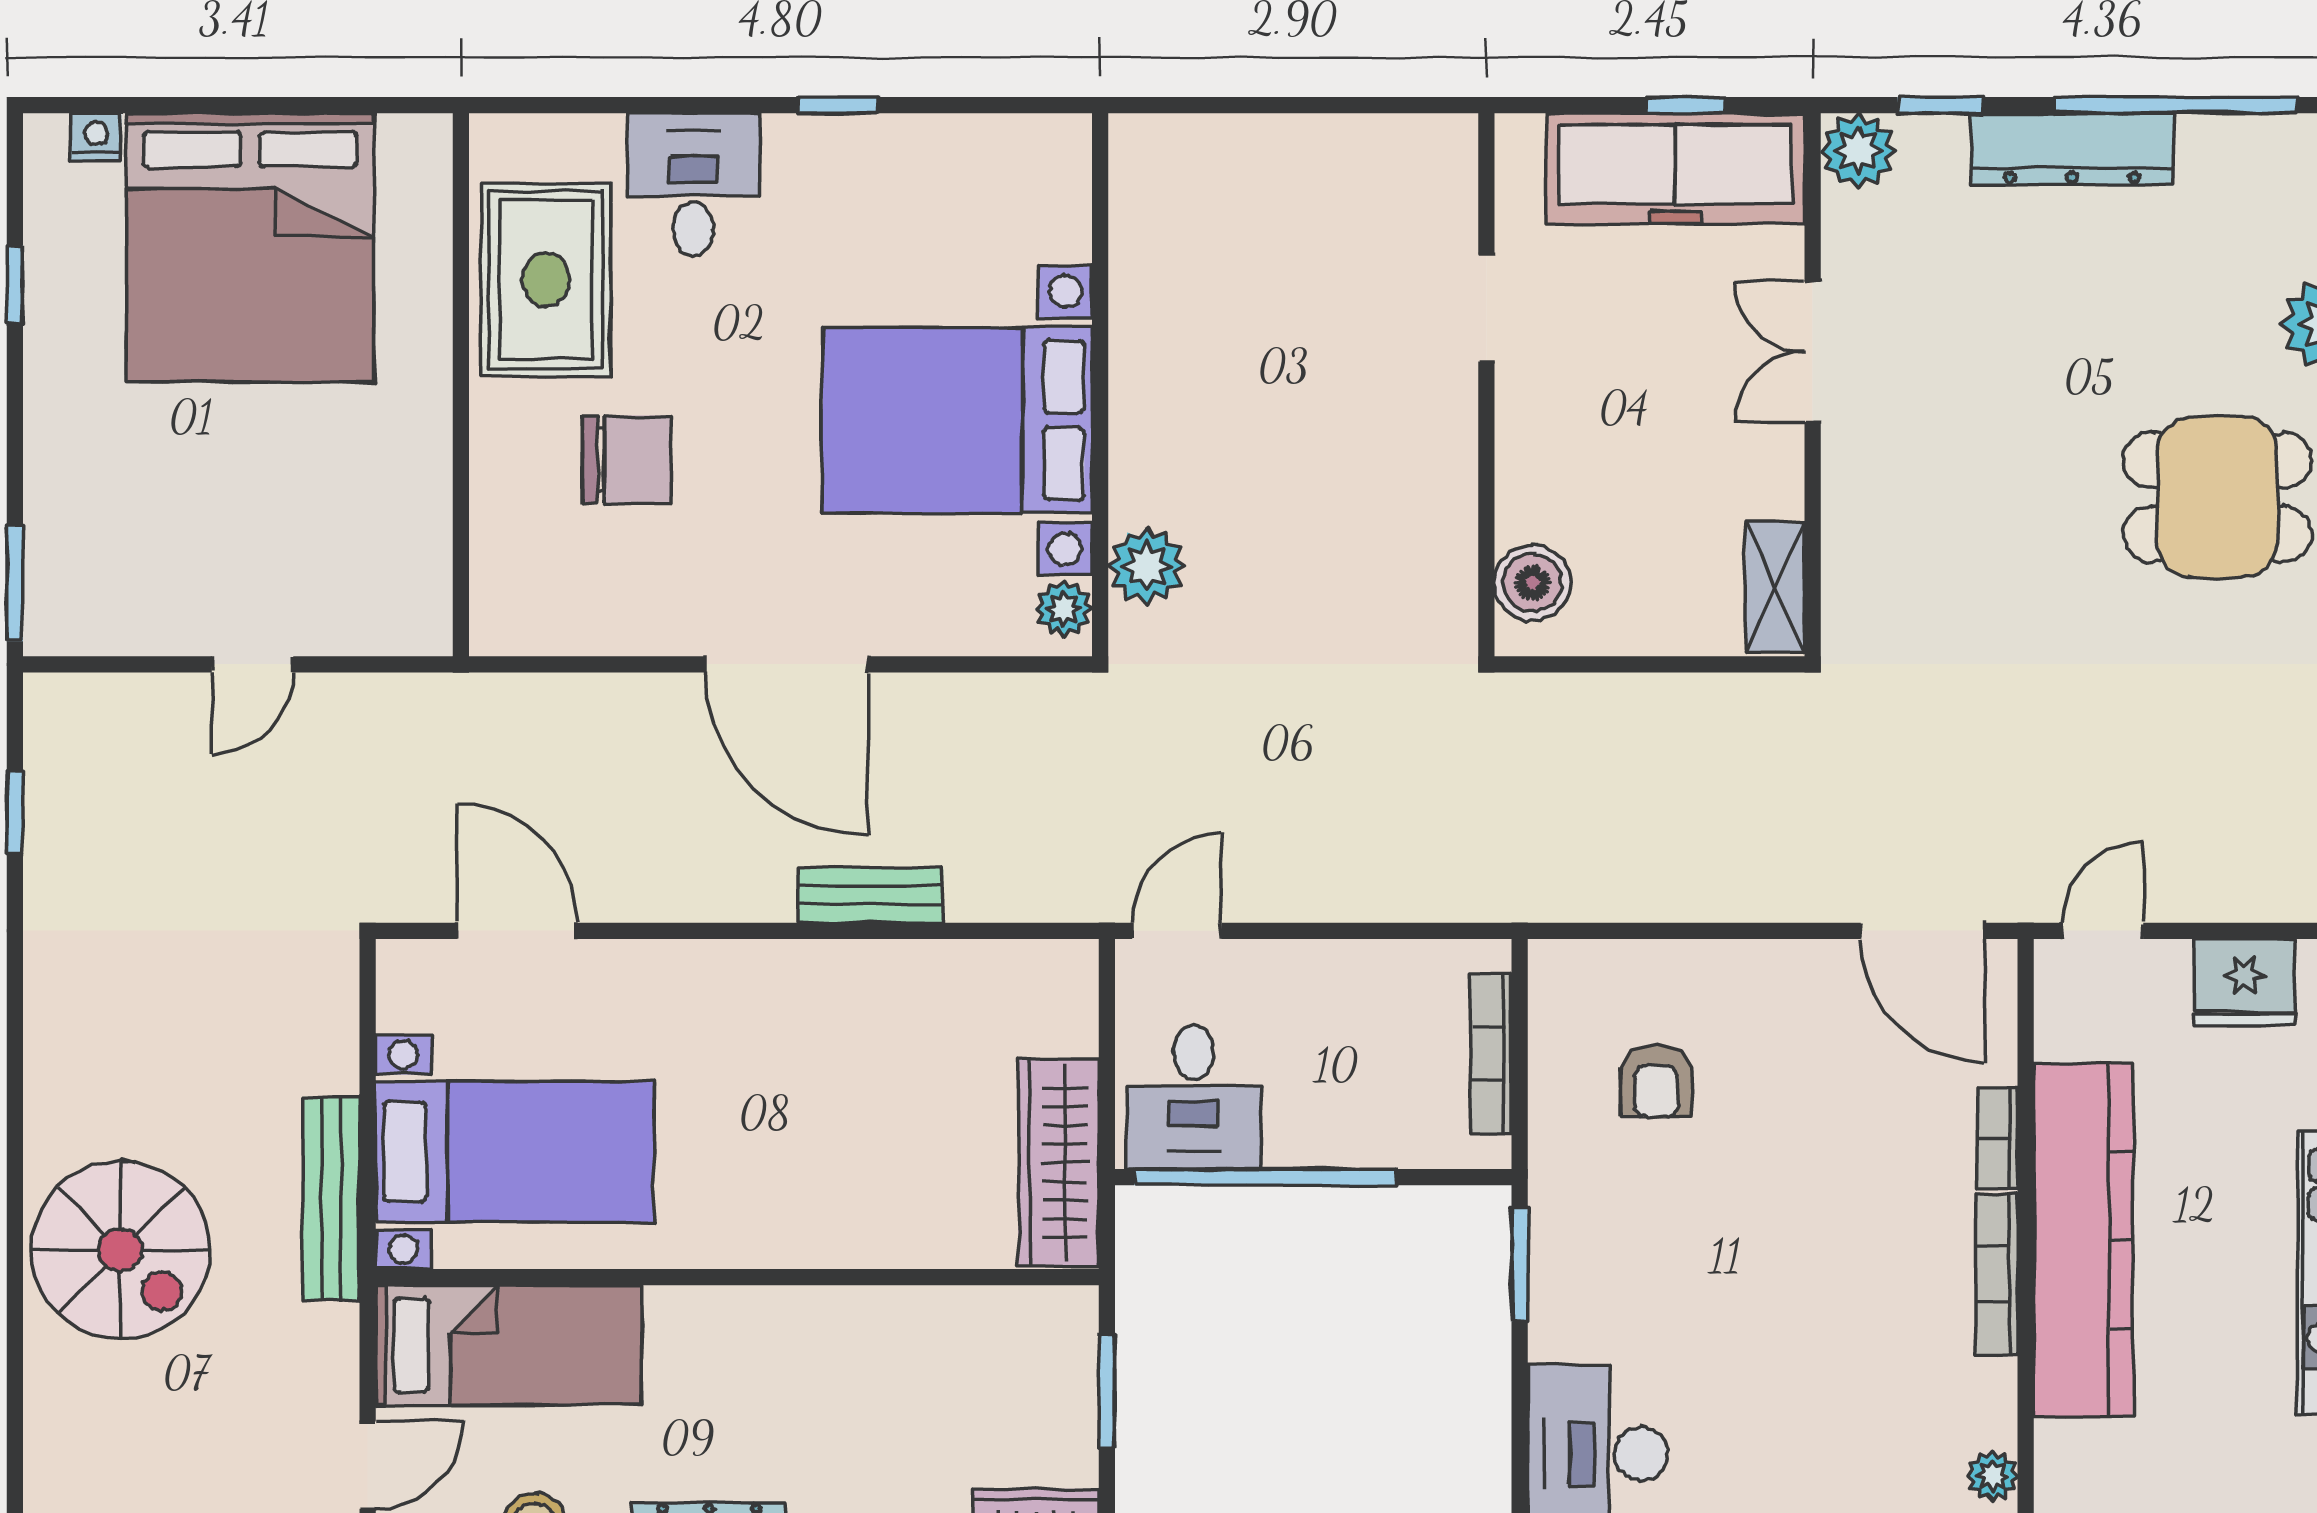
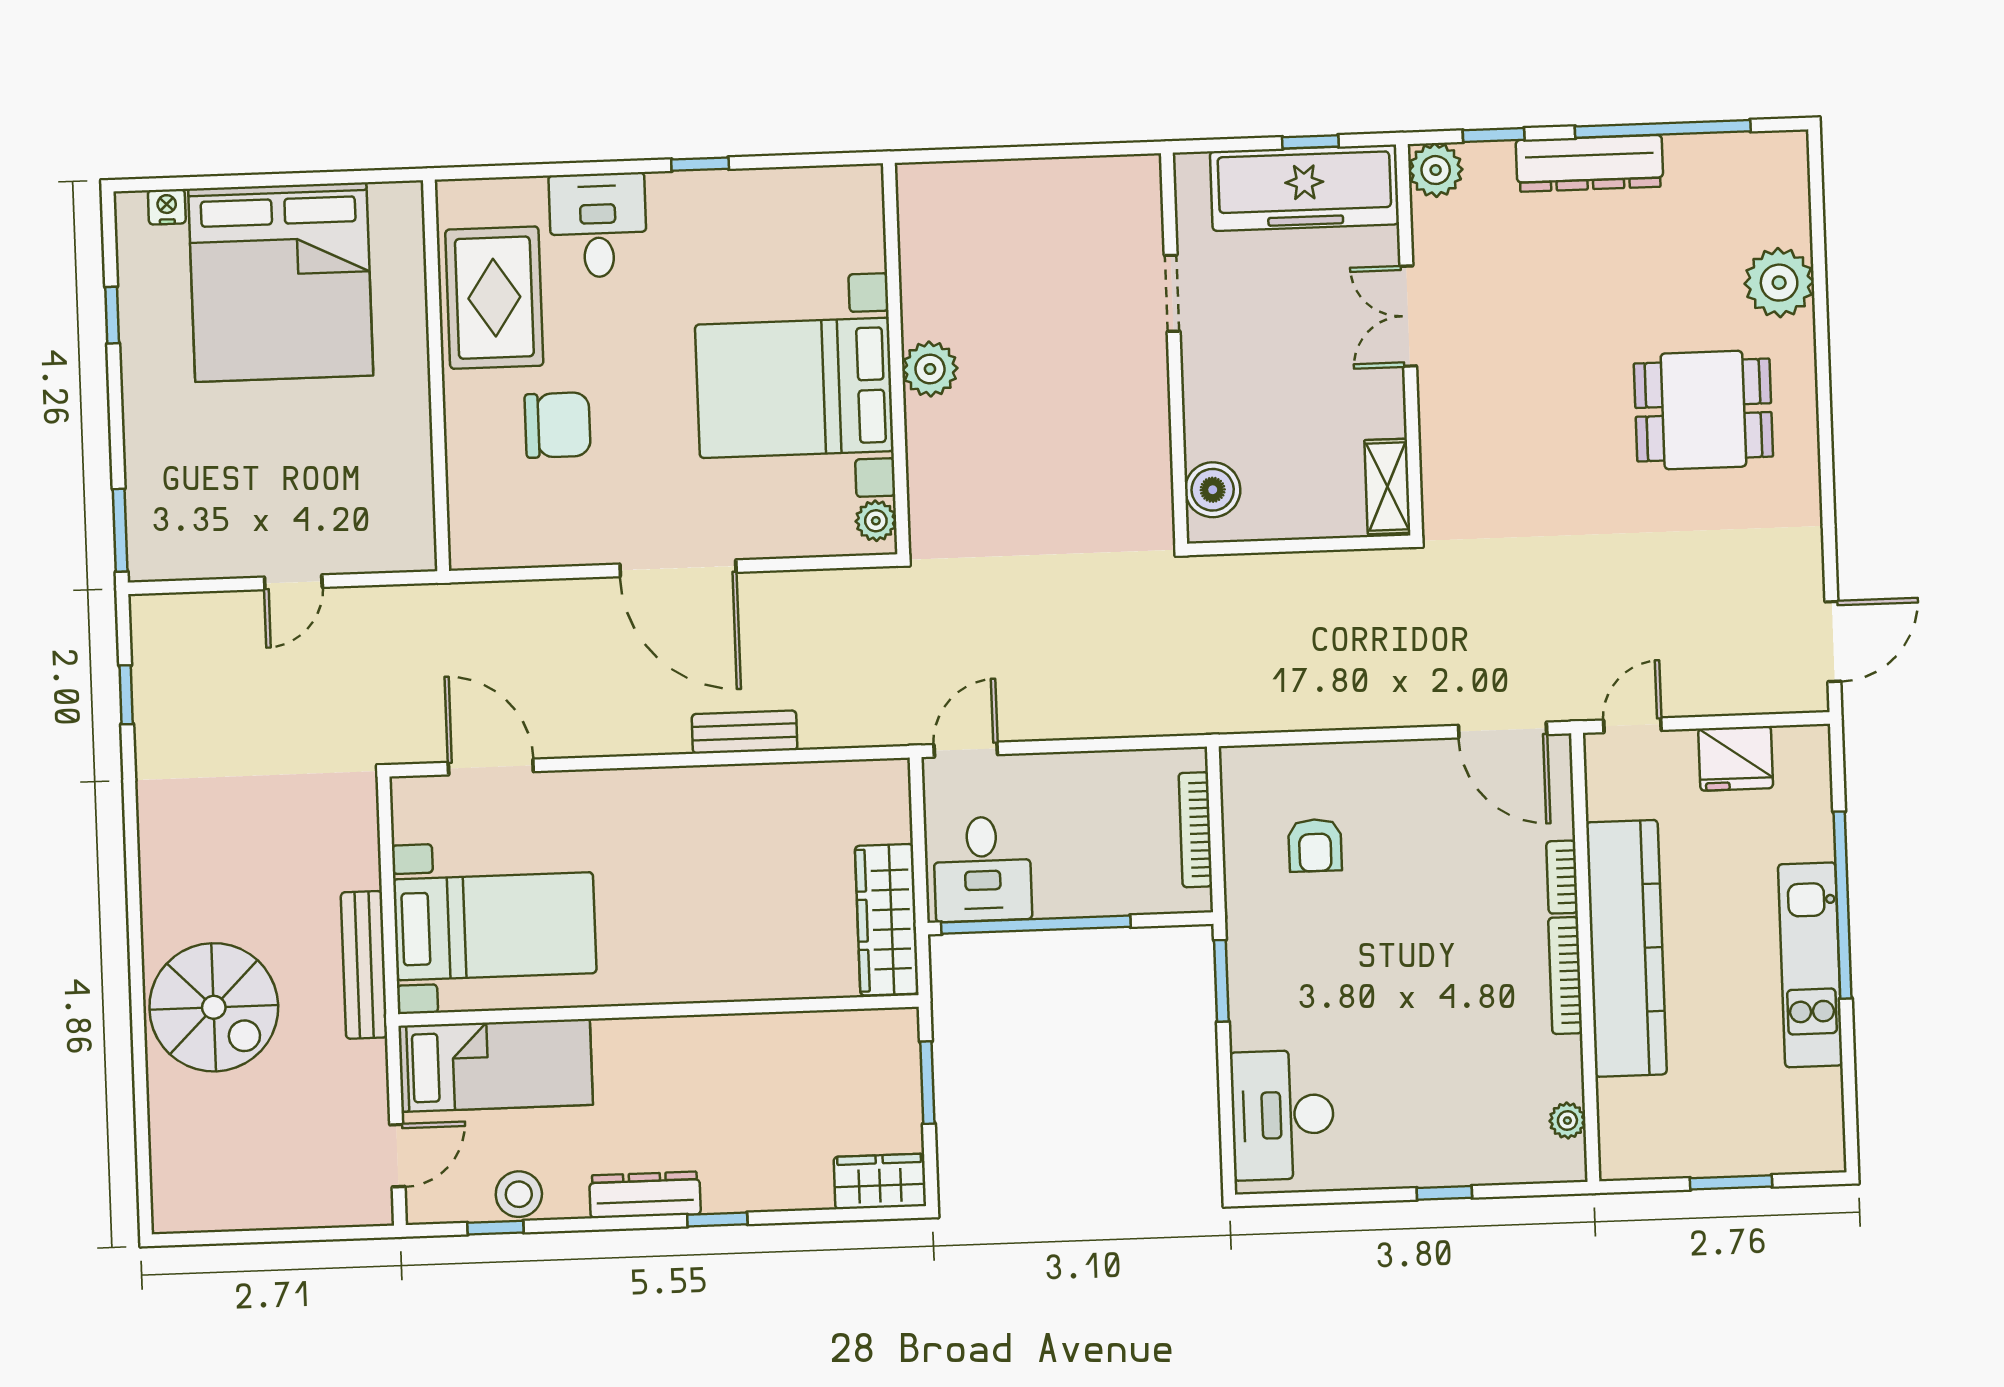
plant: (1147, 566) -> (930, 369), moved

